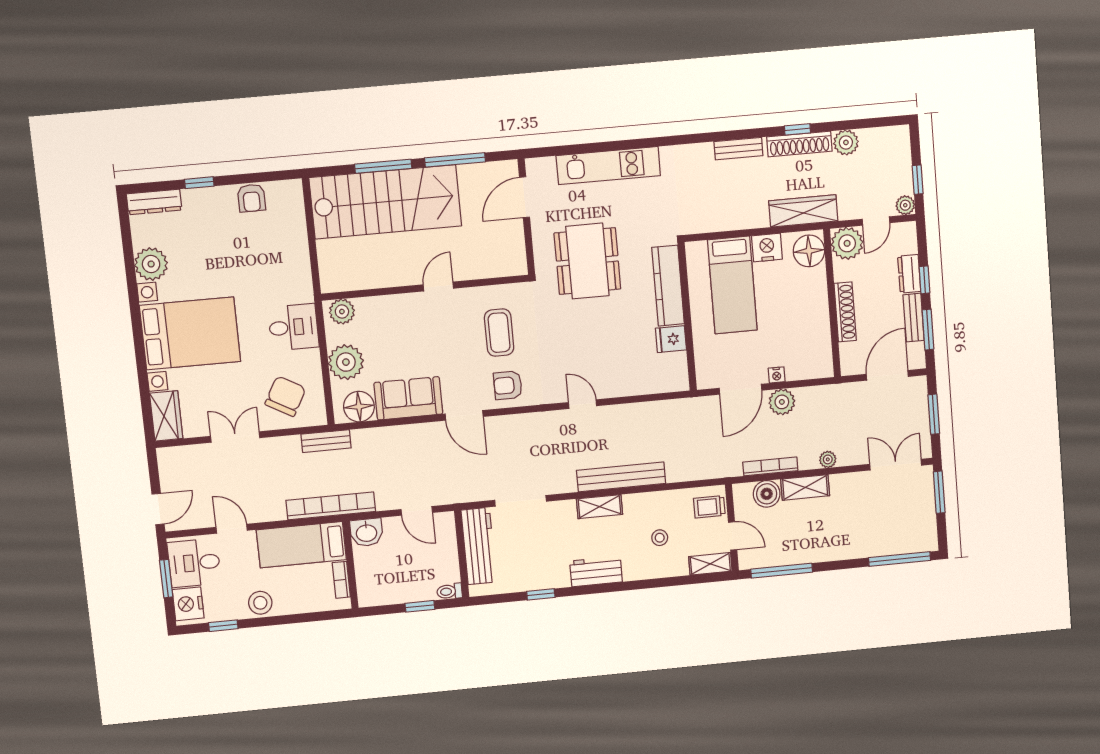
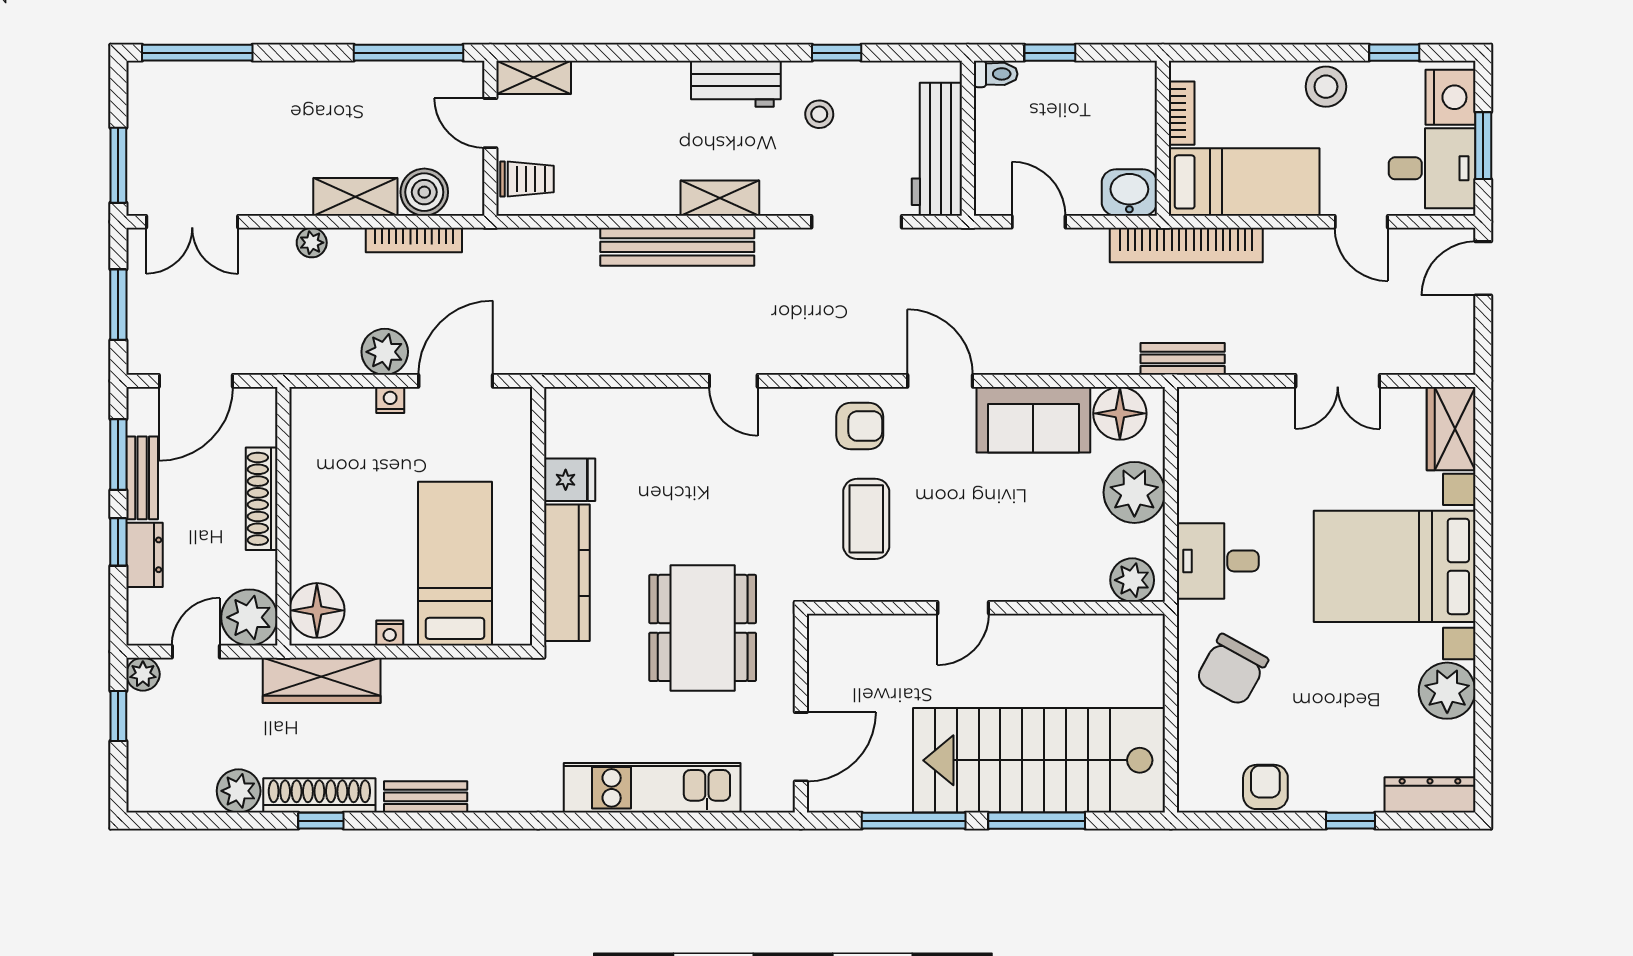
nightstand: (767, 248) -> (390, 633), width x0.53, depth x0.56
chair: (285, 396) -> (1232, 670), moved
stool: (660, 538) -> (819, 114), moved

